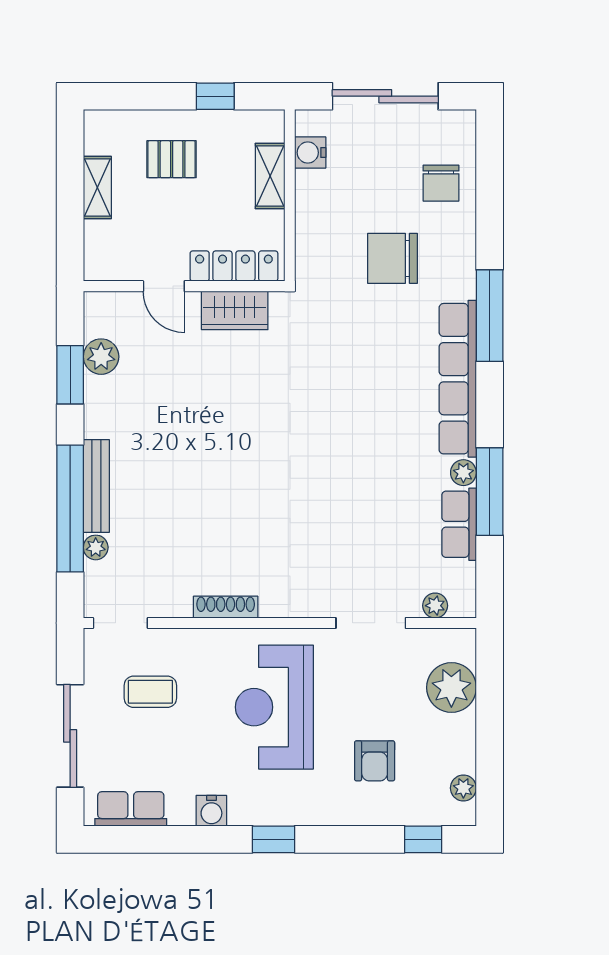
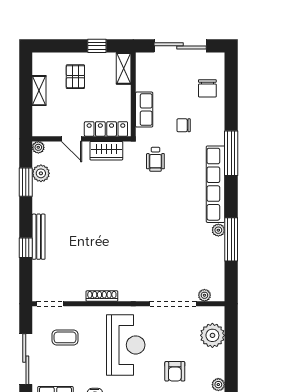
water cooler: (310, 153) -> (143, 73), removed
pallet: (172, 159) -> (75, 77), turned 90
shelving: (270, 176) -> (124, 68), moved
chair: (393, 258) -> (184, 125), width x0.54, depth x0.54
wheelchair: (335, 328) -> (155, 159), added
window: (70, 509) -> (26, 248), width x0.32
row of seats: (459, 524) -> (144, 110), moved, turned 180
plant: (96, 547) -> (38, 147), moved
doorway: (371, 623) -> (173, 304), width x1.36
reception desk: (274, 707) -> (126, 345), turned 180

